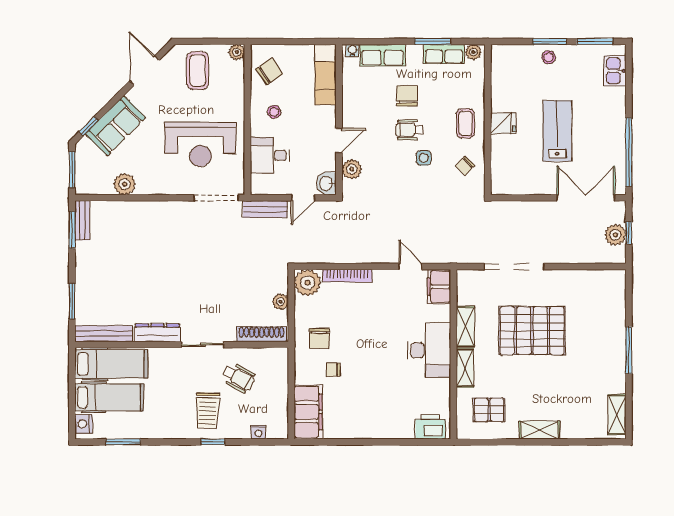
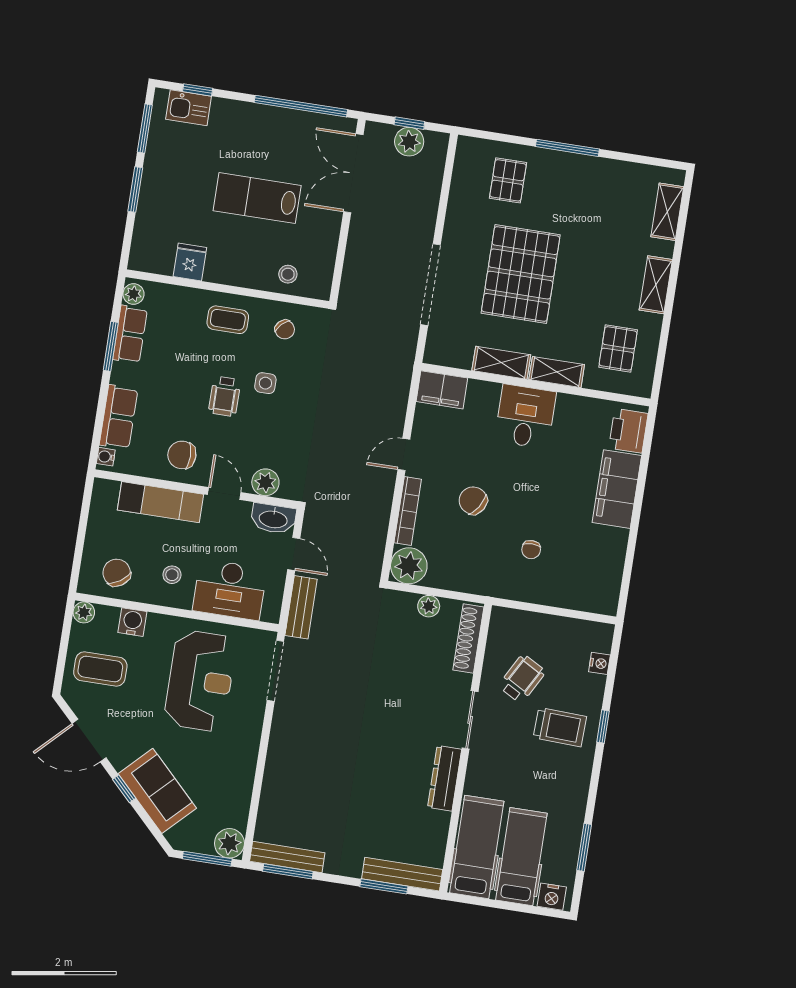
stool: (549, 57) -> (288, 274), moved
exam couch: (326, 75) -> (160, 502), moved
window: (629, 75) -> (198, 90), added
water cooler: (235, 89) -> (132, 622), added
chair: (407, 96) -> (182, 455), moved
fridge: (503, 123) -> (190, 262), moved
window: (89, 126) -> (124, 789), moved
desk: (270, 155) -> (230, 590), width x1.37
washbasin: (326, 183) -> (273, 519), width x1.38
plant: (125, 184) -> (229, 843), moved
bench: (82, 220) -> (287, 857), width x1.36
door: (410, 266) -> (404, 454), moved
pallet: (598, 311) -> (508, 180), added
bench: (104, 334) -> (402, 874), moved, turned 90
chair: (319, 338) -> (473, 501), moved, turned -148
desk: (429, 350) -> (525, 417), width x0.73
filing cabinet: (308, 412) -> (617, 489), moved, turned -90
shelving: (617, 415) -> (667, 212), moved, turned 90

